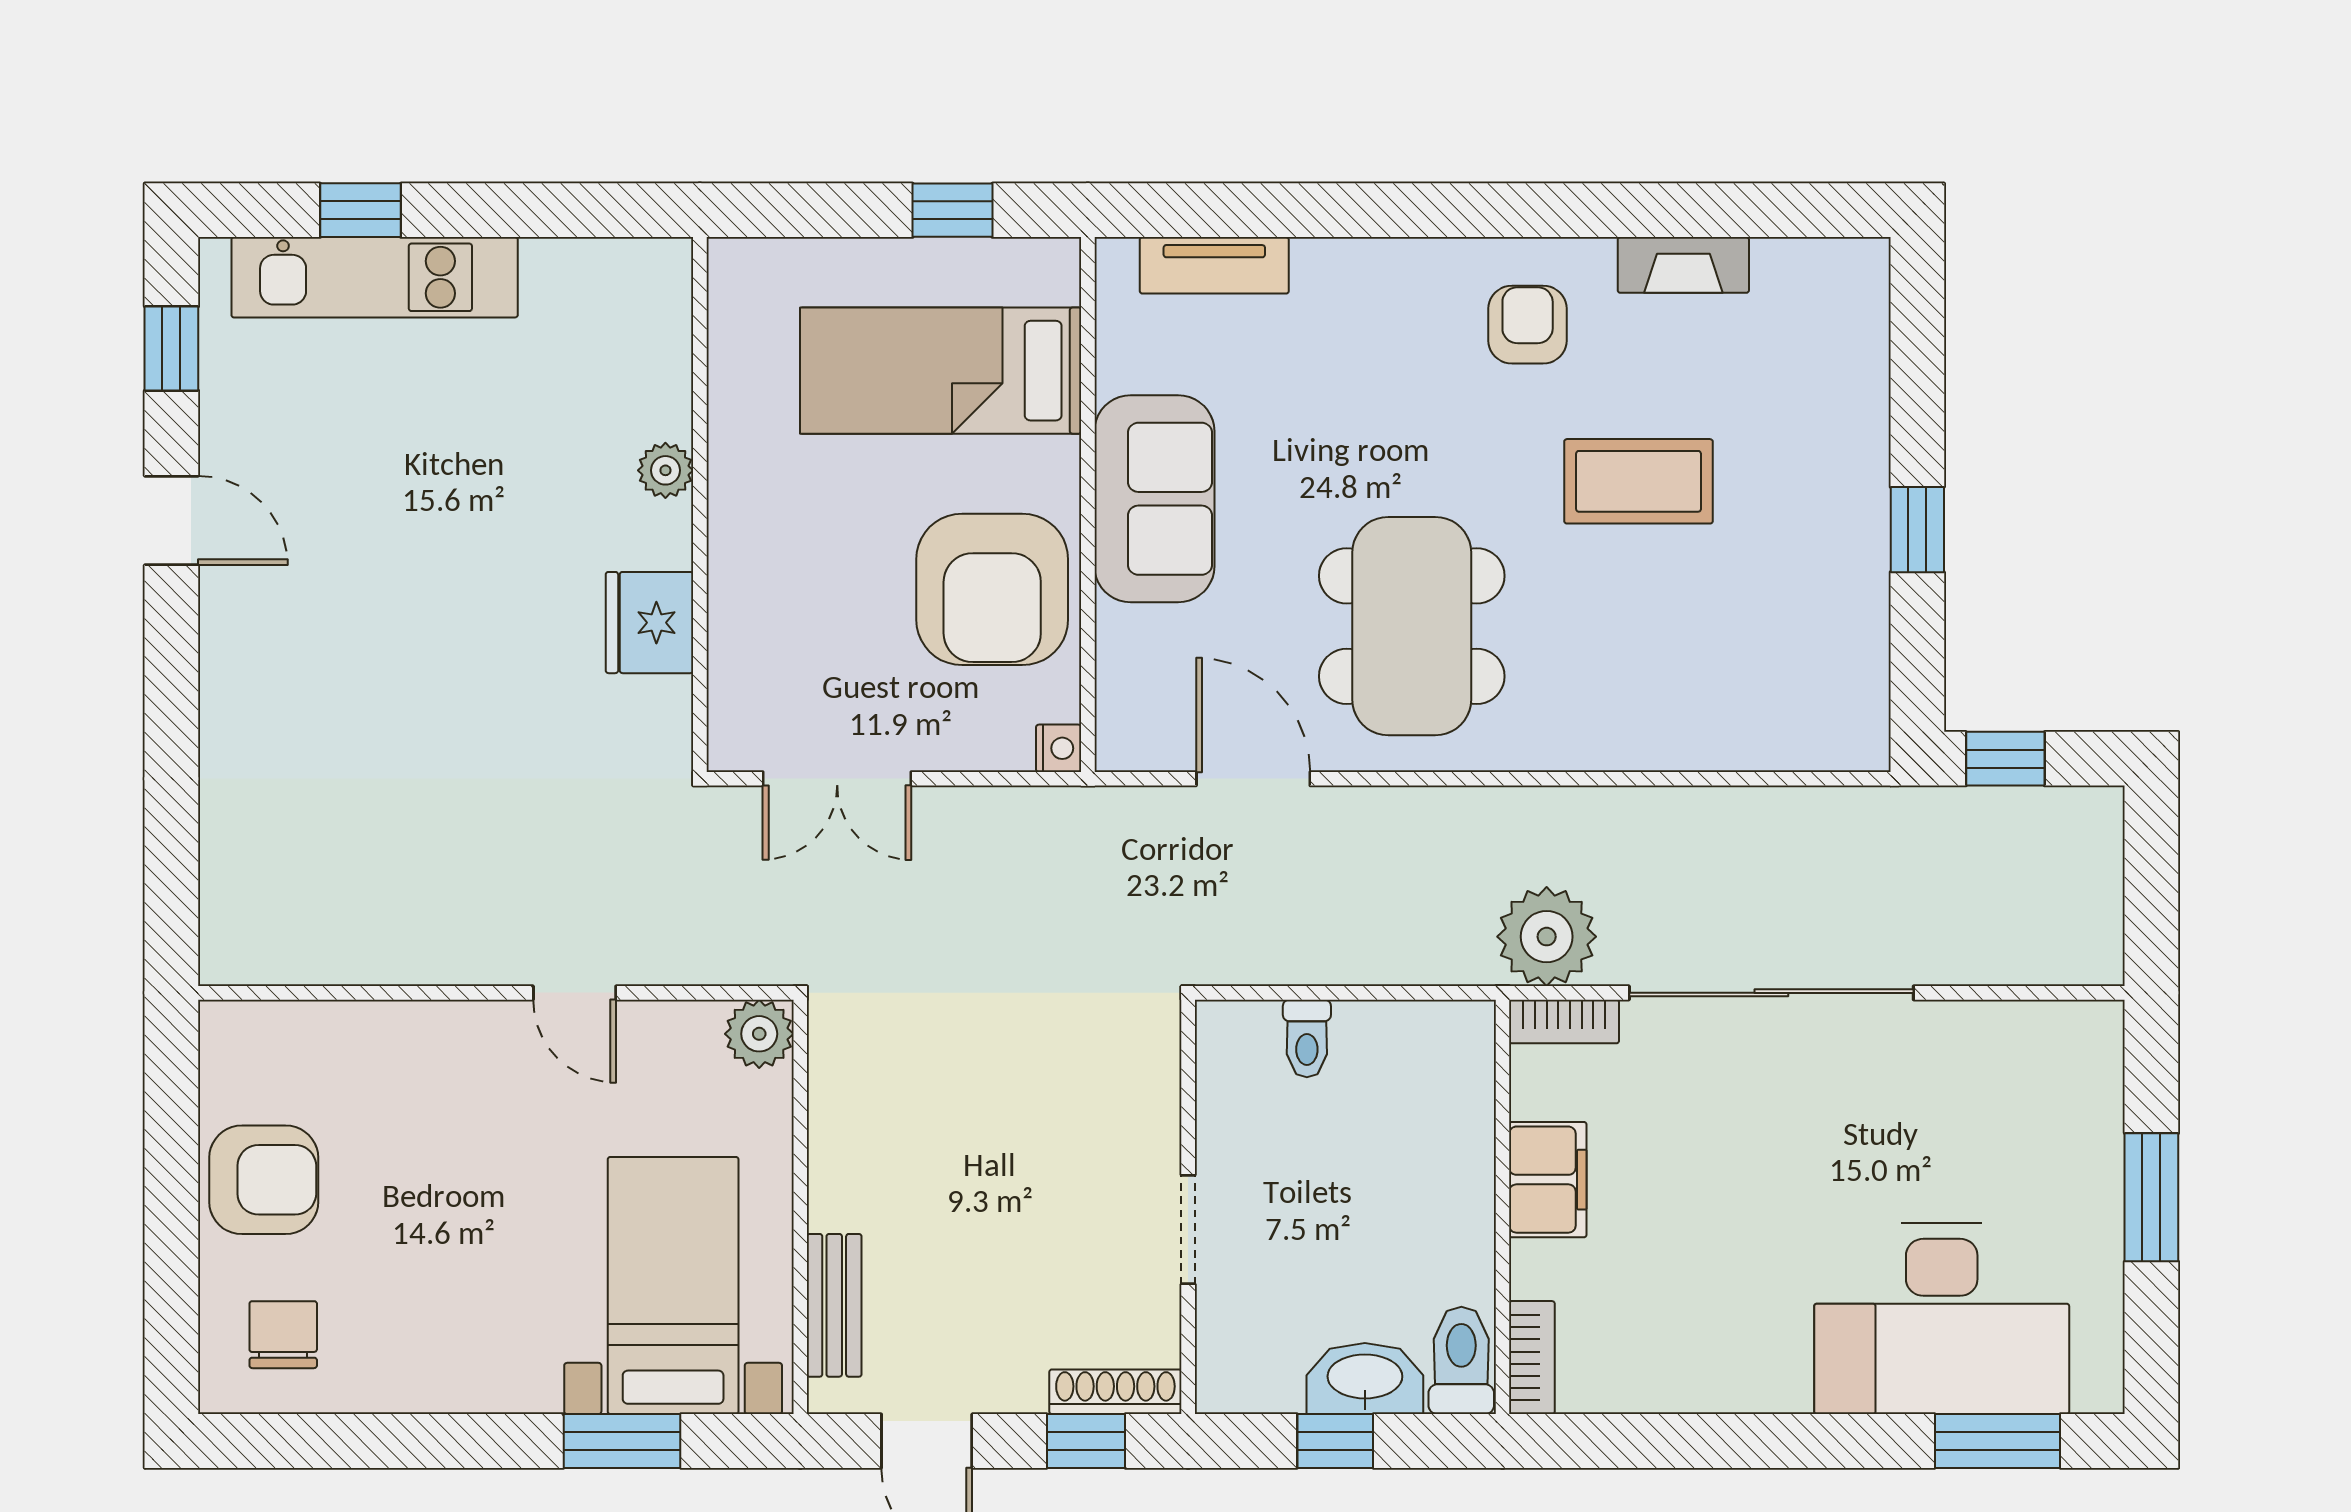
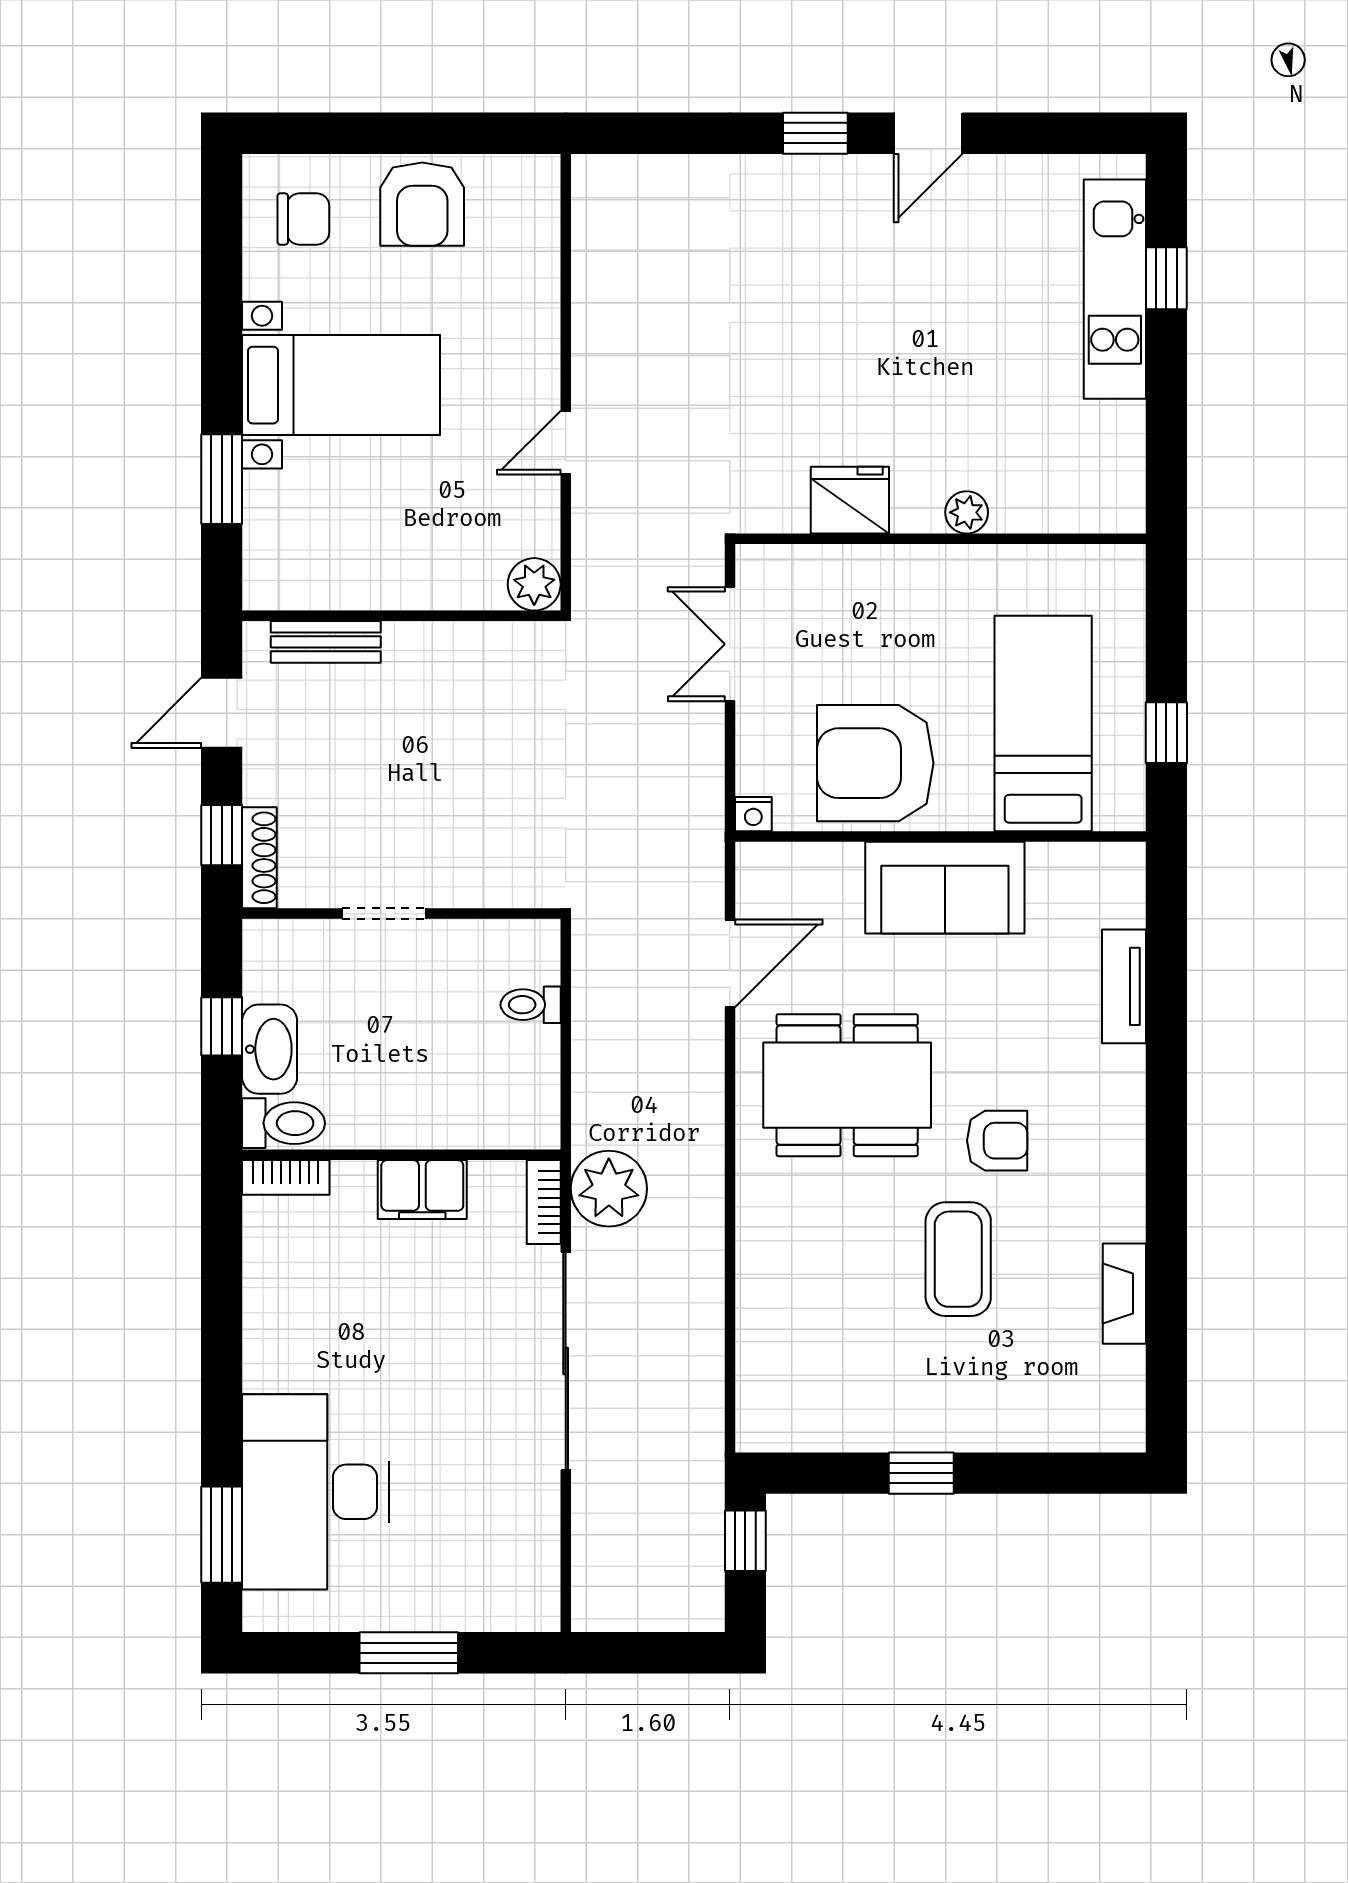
tv unit: (1214, 265) -> (1124, 986), moved
armchair: (1528, 325) -> (997, 1141), moved
window: (171, 348) -> (815, 133), moved
bed with nightstands: (673, 1286) -> (341, 385), moved

